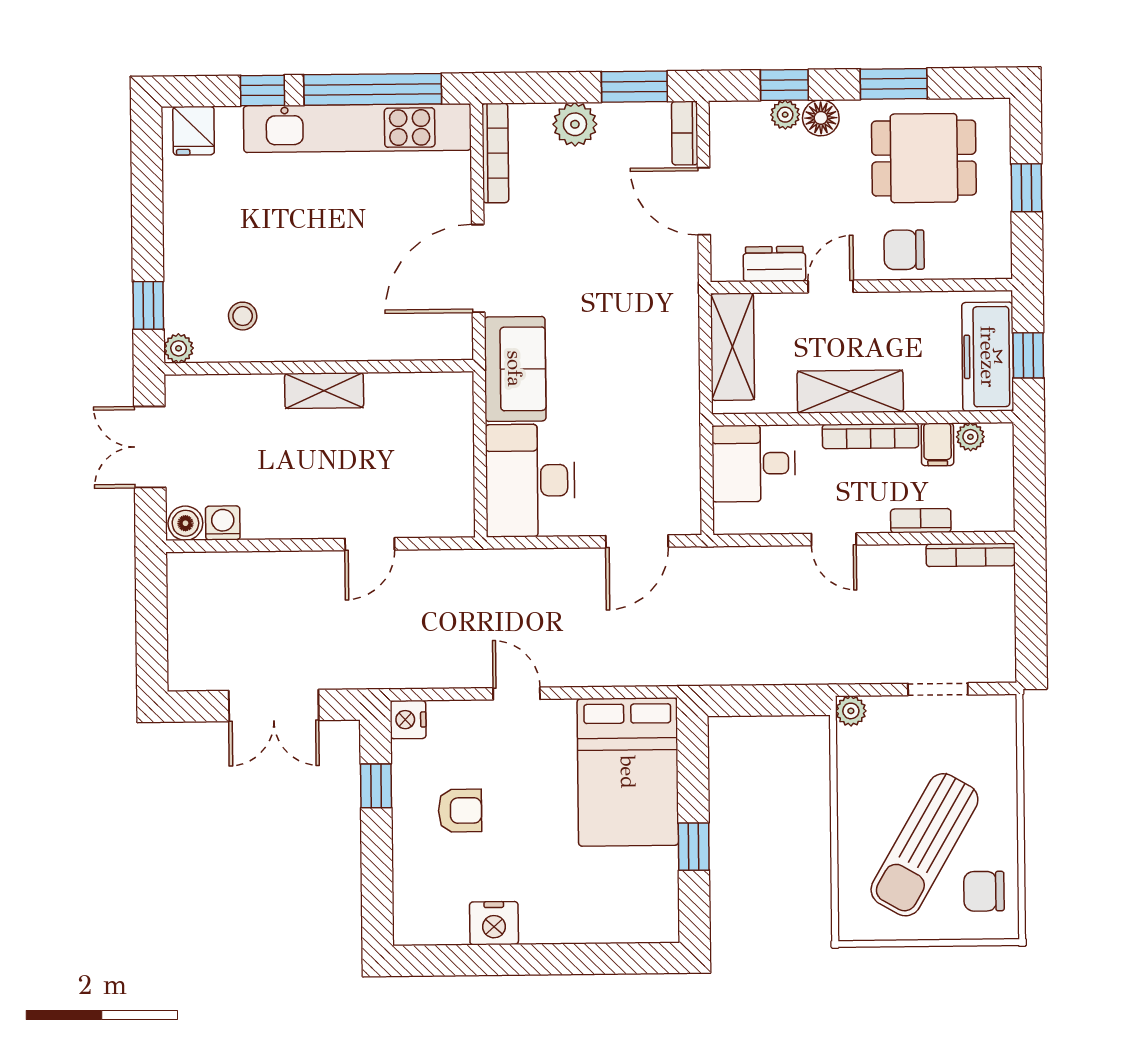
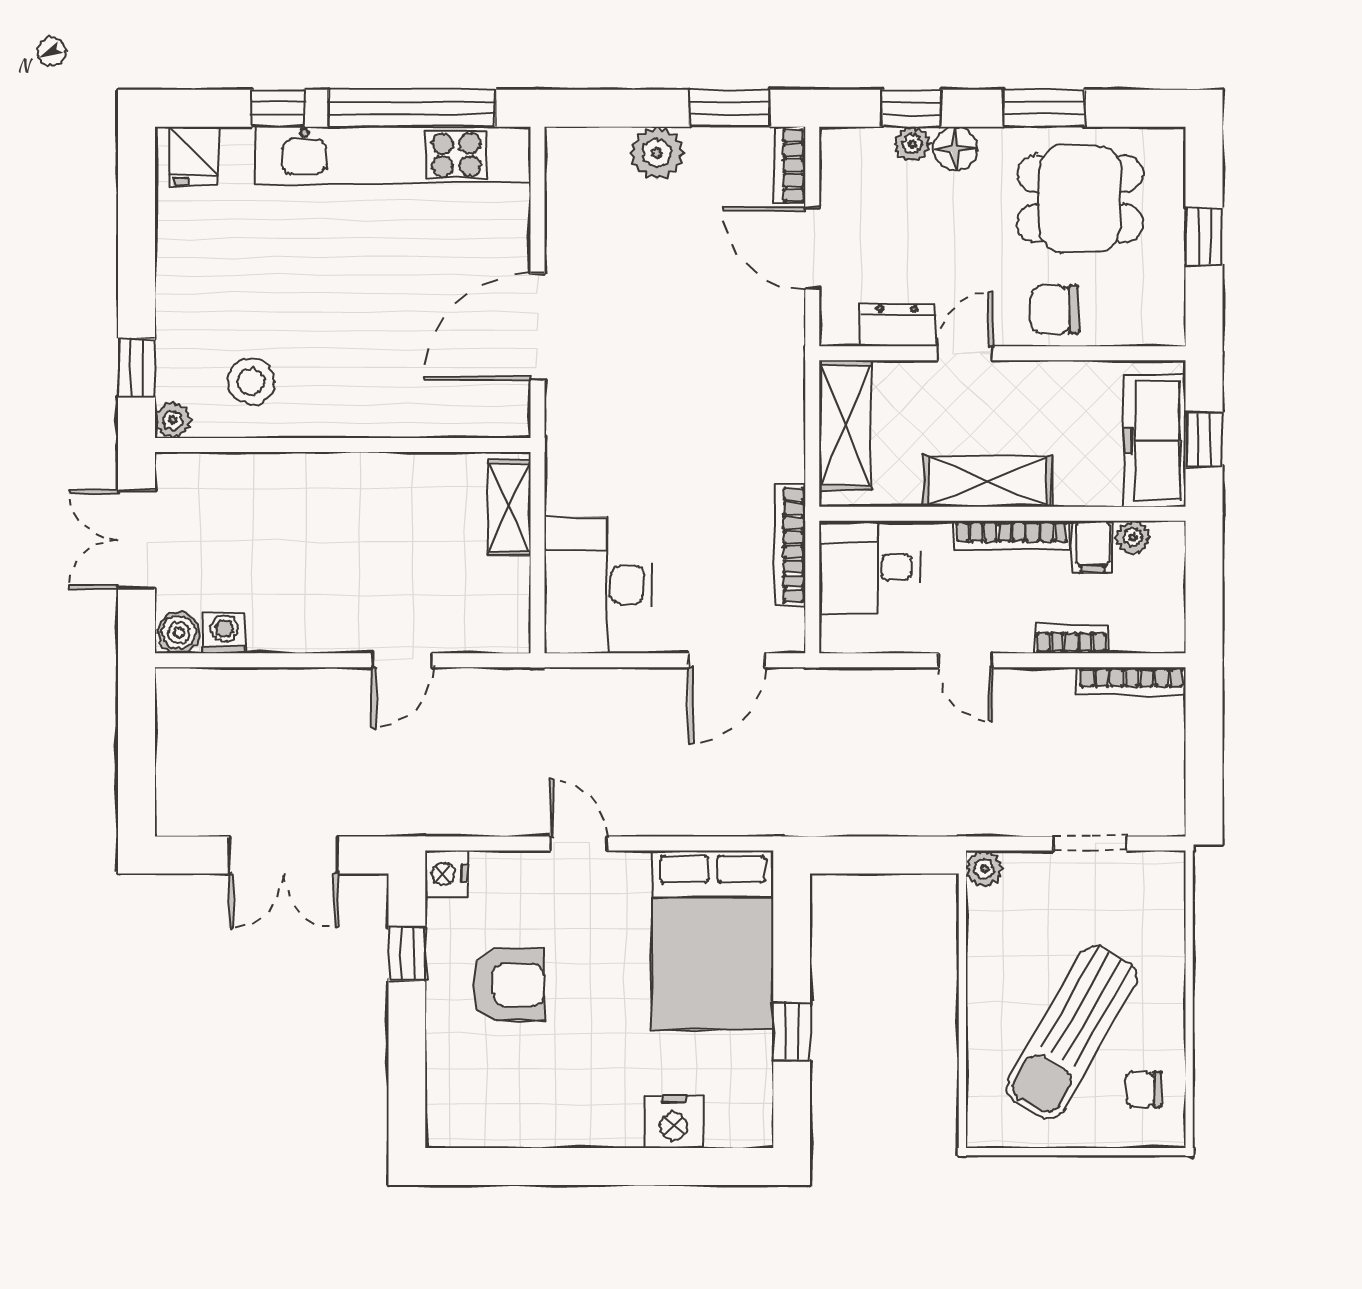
bookcase: (495, 153) -> (790, 545), moved, turned 180
stool: (243, 316) -> (251, 382), width x1.37, depth x1.37
sofa: (515, 369) -> (581, 449), removed
shelving: (324, 391) -> (509, 507), moved, turned 90
armchair: (460, 811) -> (508, 985), width x1.38, depth x1.38
chair: (984, 891) -> (1143, 1089), width x0.73, depth x0.73
nightstand: (494, 923) -> (674, 1122), moved

